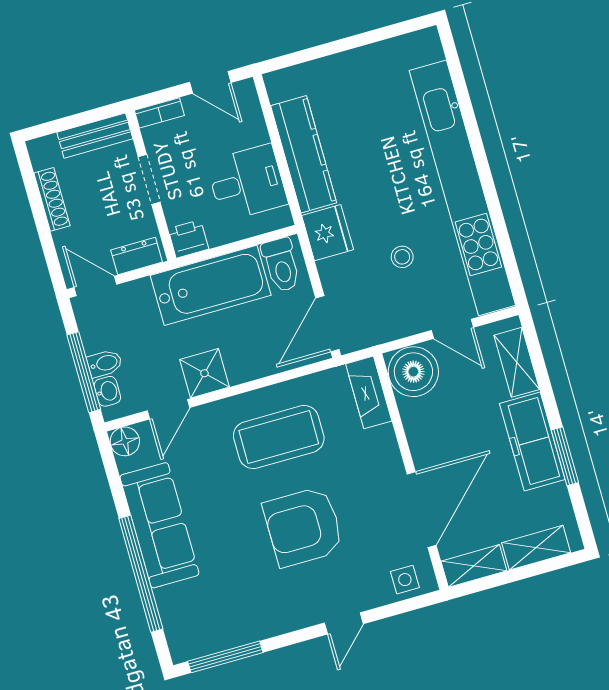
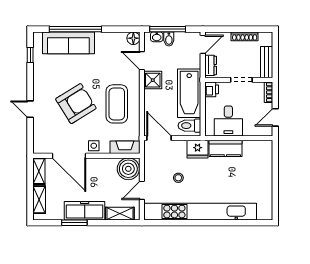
kitchen counter: (304, 154) -> (225, 148), width x0.67
sofa: (159, 525) -> (68, 43), moved
armchair: (303, 527) -> (76, 104), turned 58
side table: (405, 580) -> (94, 146), moved
window: (225, 657) -> (30, 55), width x0.46

